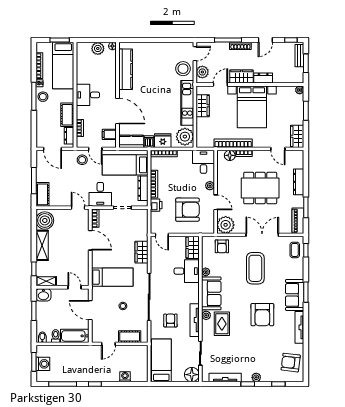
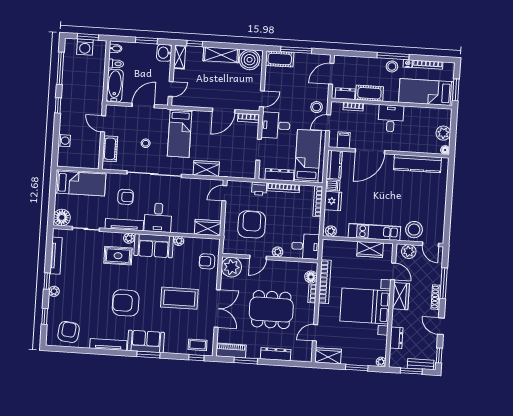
dresser: (263, 78) -> (396, 338), moved
plant: (185, 137) -> (331, 231), width x0.53, depth x0.53
dining table: (260, 188) -> (271, 310), turned 90
armchair: (187, 210) -> (252, 224), turned 180
desk: (187, 271) -> (158, 218), moved

